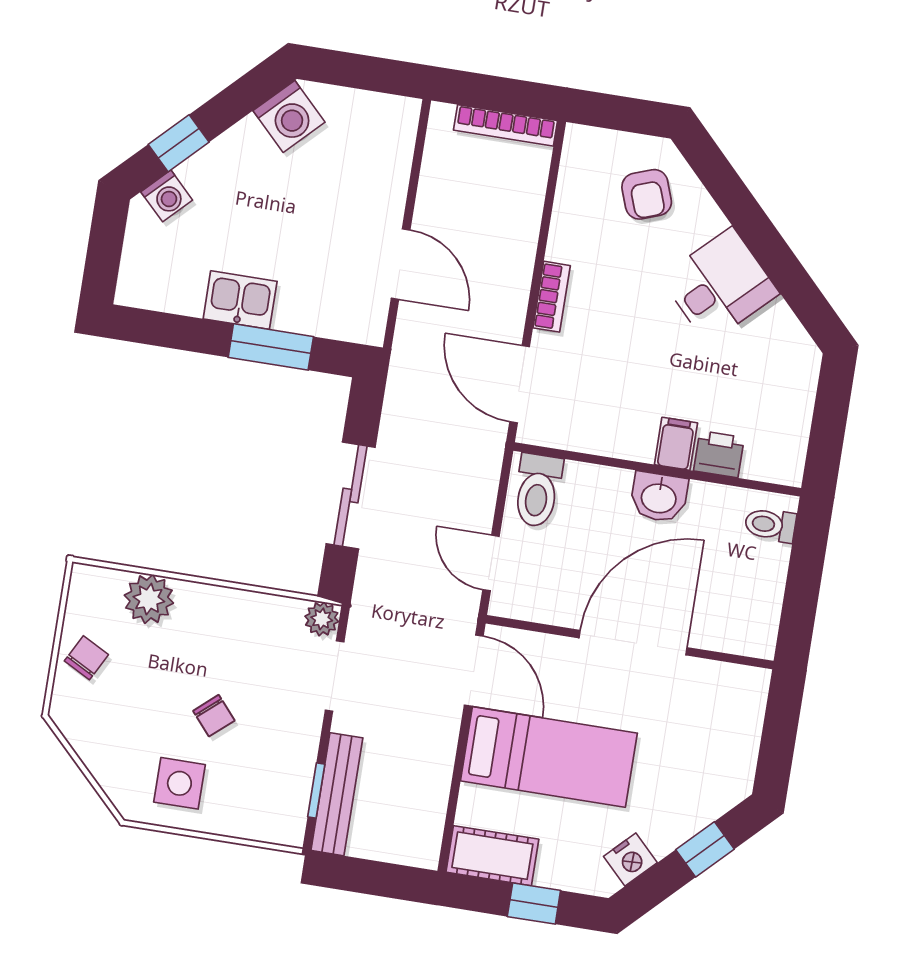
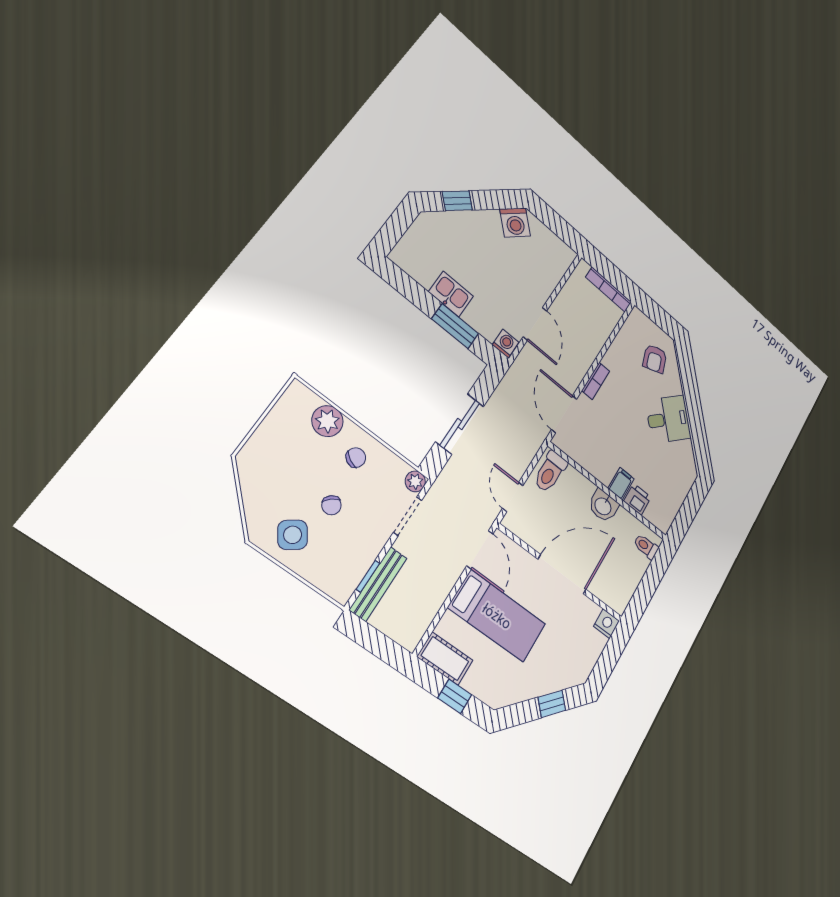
washing machine: (167, 196) -> (506, 344), moved, turned -135
chair: (86, 658) -> (356, 458), moved
side table: (179, 783) -> (293, 535), turned -36
nightstand: (630, 860) -> (606, 624), moved, turned -135

